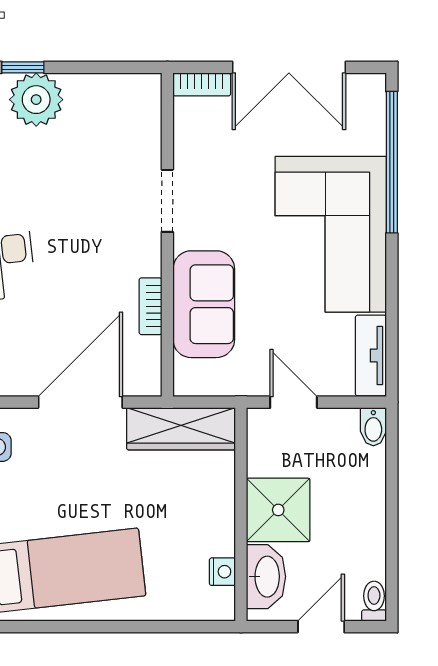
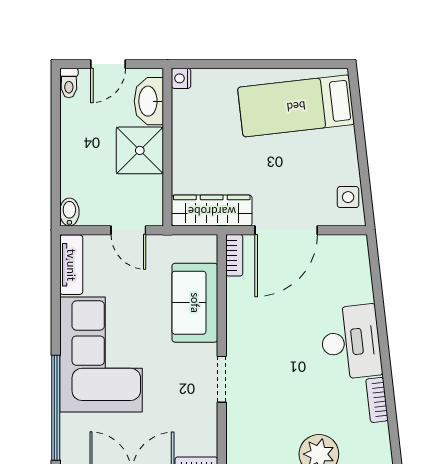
bookcase: (150, 306) -> (234, 255), moved
nightstand: (222, 572) -> (181, 78), moved

